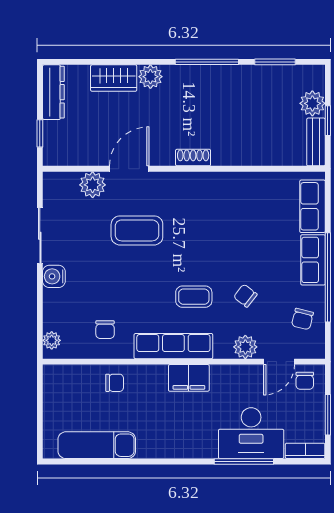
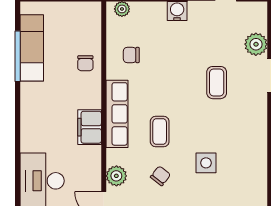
coffee table: (137, 230) -> (217, 83), width x0.73, depth x0.77
side table: (230, 243) -> (206, 163), added
window: (244, 461) -> (18, 56), moved

